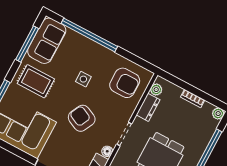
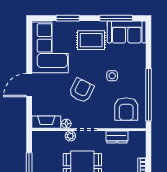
window: (89, 35) -> (149, 95), moved
rug: (36, 81) -> (91, 40), turned 90
plant: (156, 90) -> (70, 136), moved

